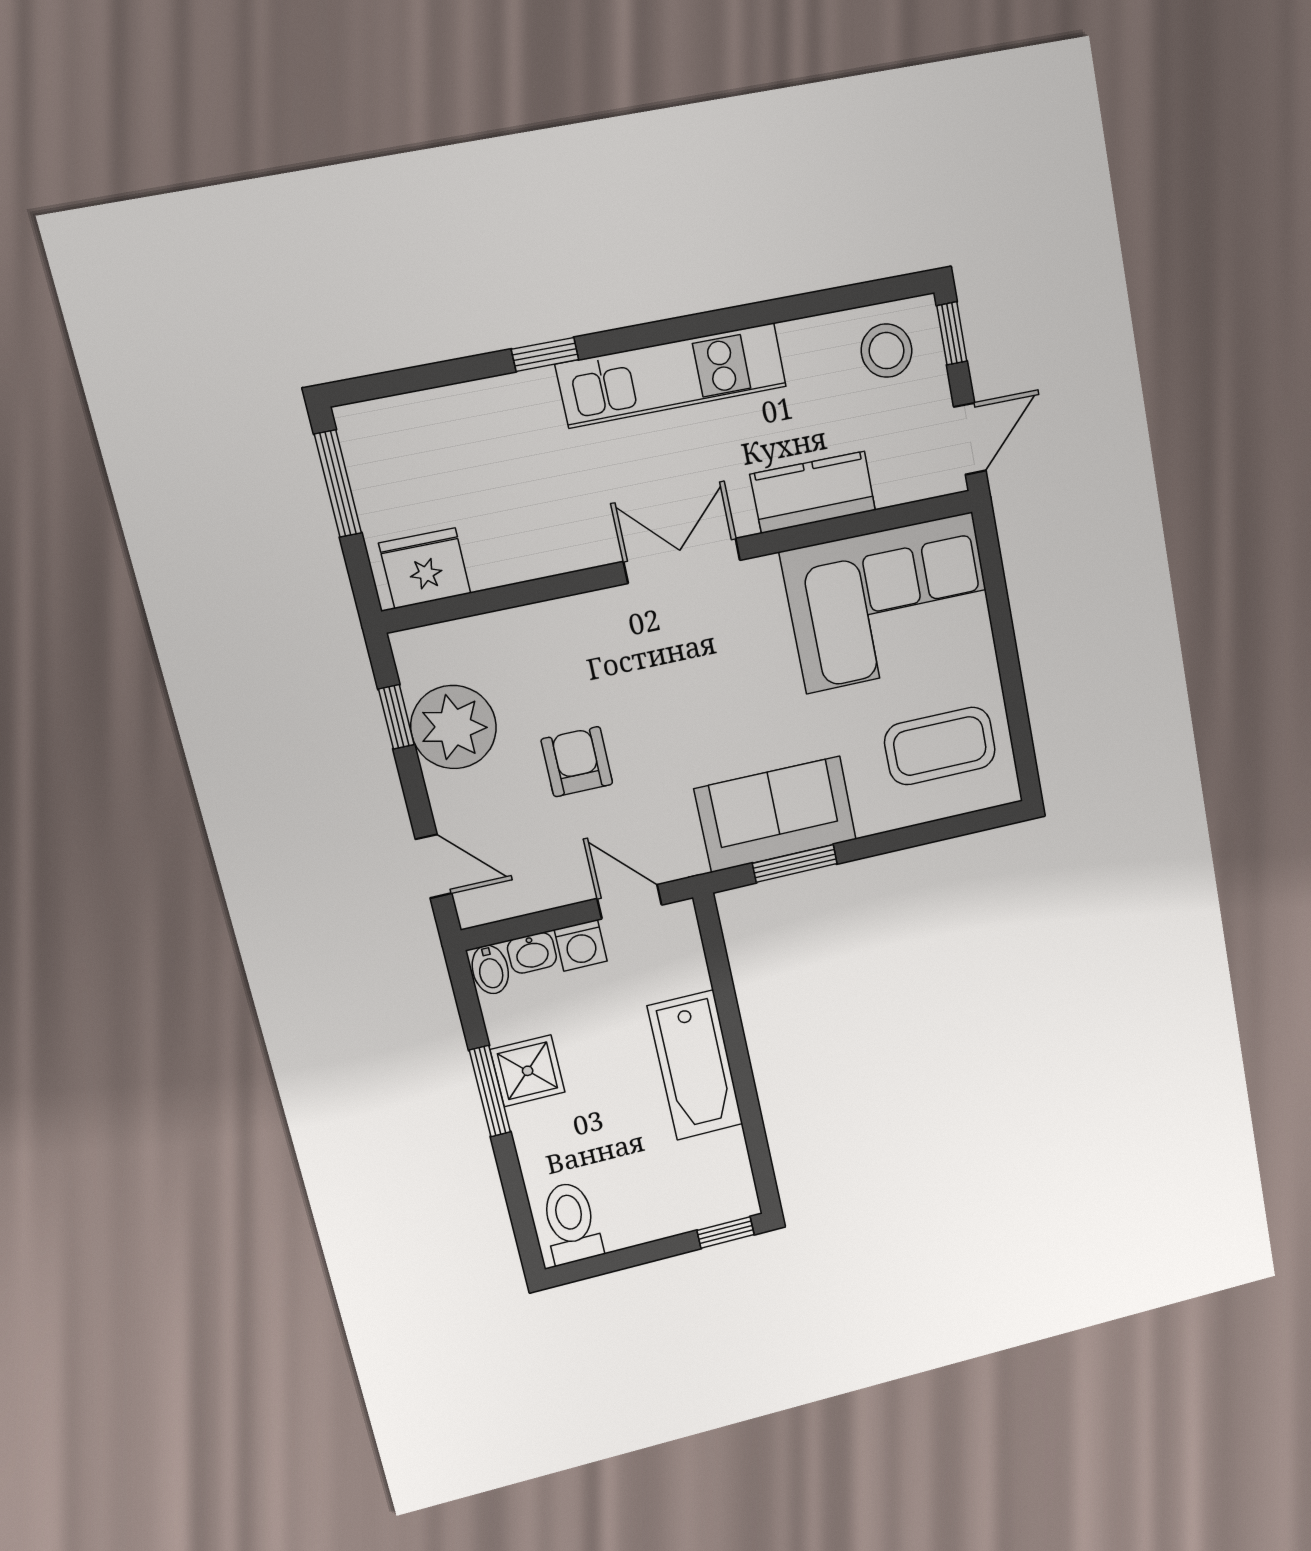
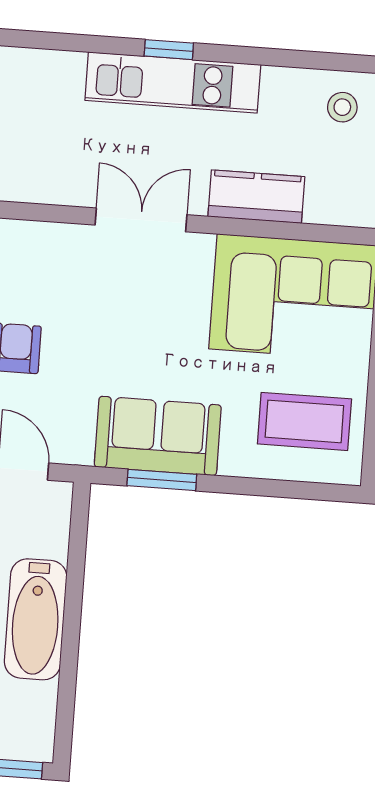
stool: (887, 351) -> (342, 107), width x0.73, depth x0.73
window: (545, 354) -> (169, 50), moved

